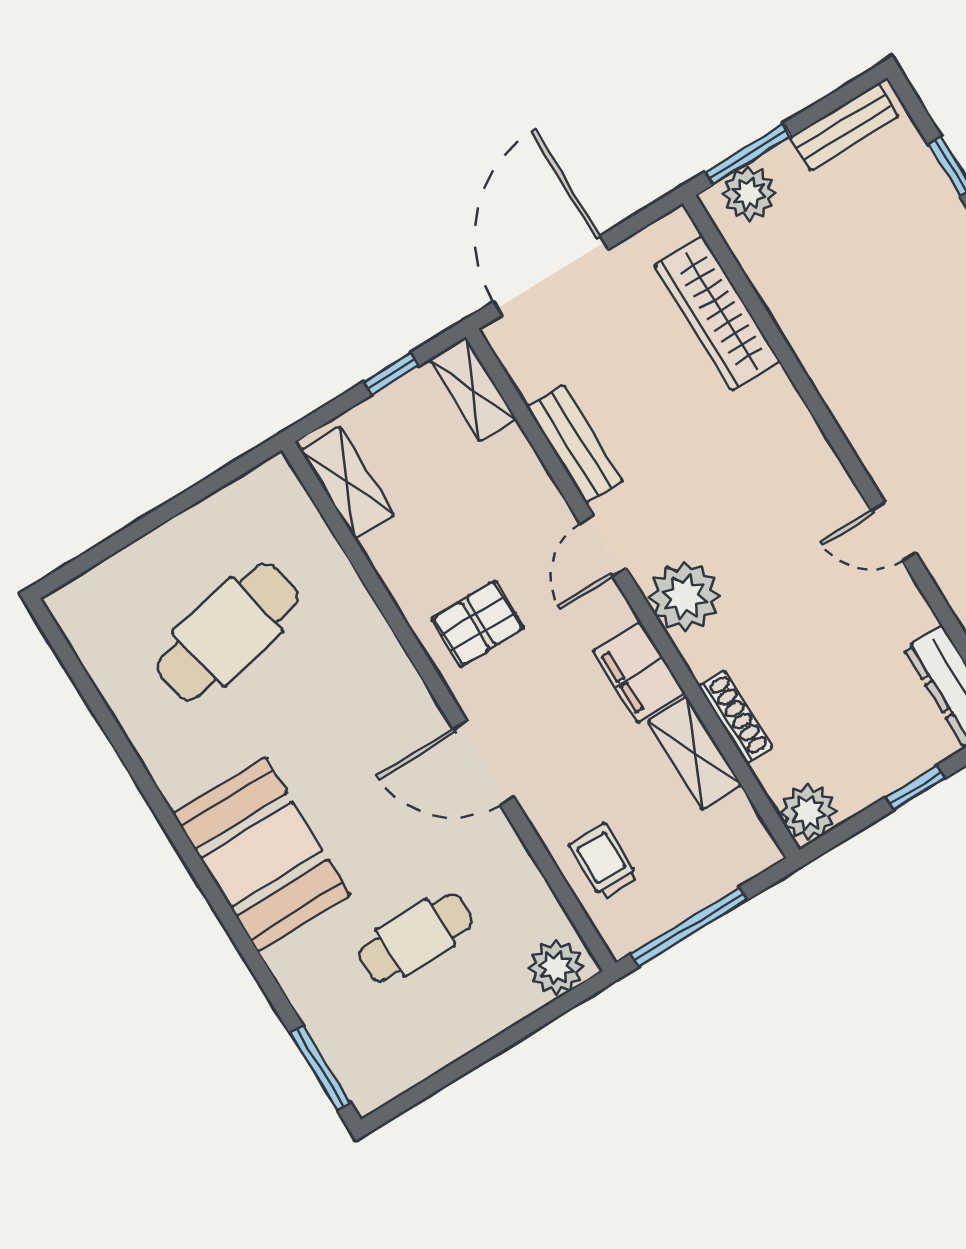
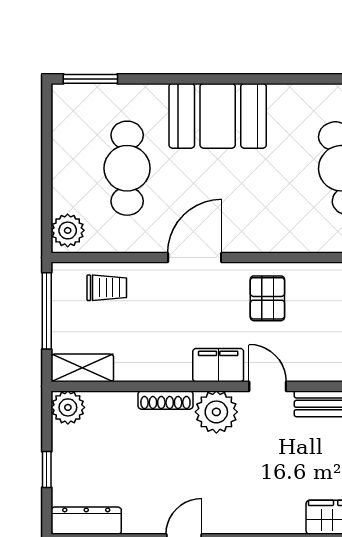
filing cabinet: (639, 672) -> (218, 365), moved
shoe rack: (735, 717) -> (165, 400), moved
shelving: (695, 753) -> (82, 368), moved
cafe table: (416, 937) -> (127, 168), width x1.37, depth x1.35

